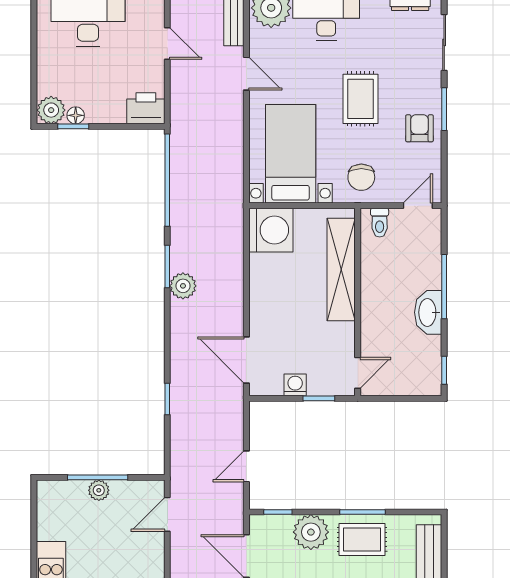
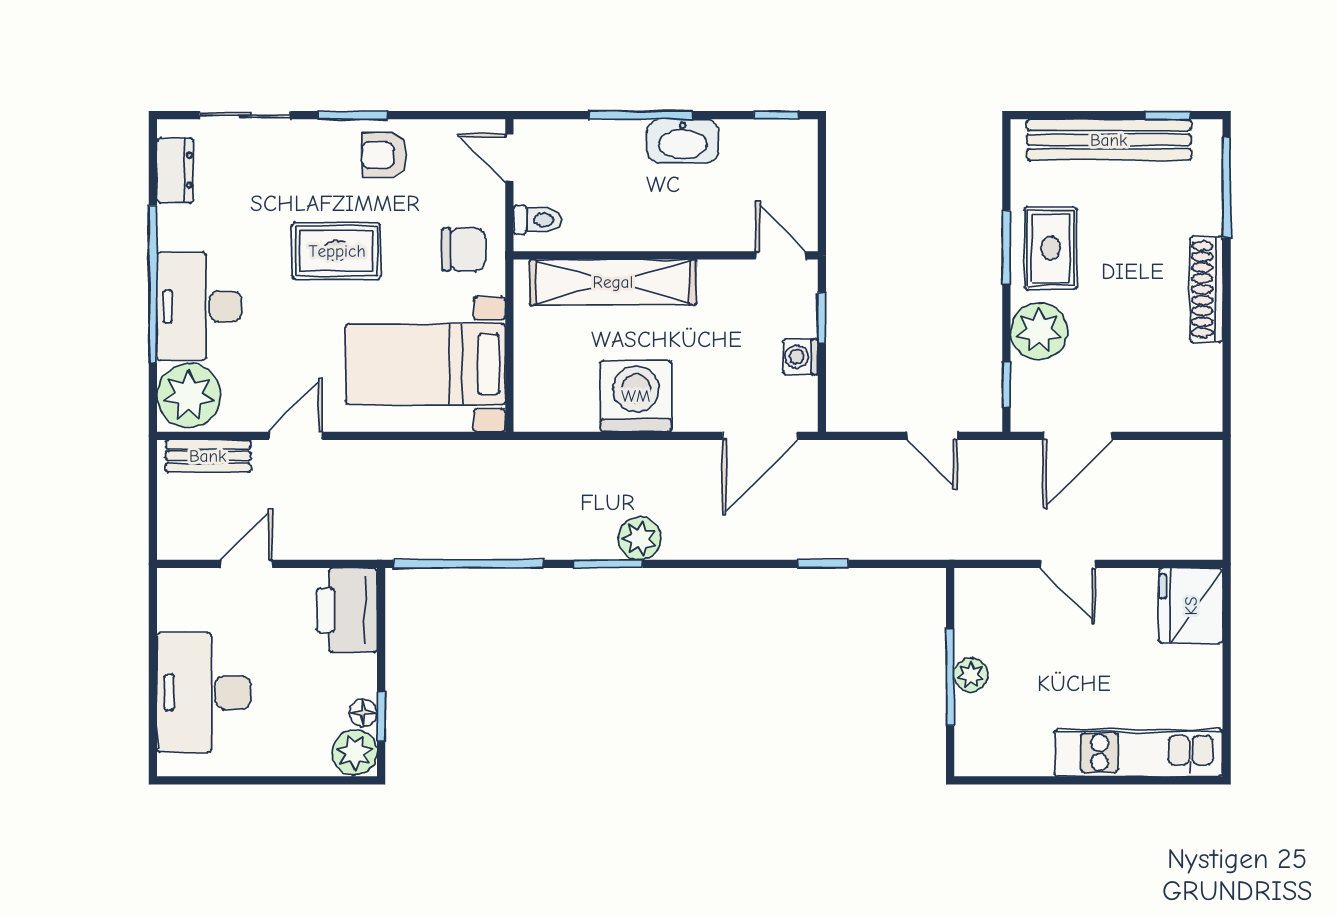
printer: (146, 108) -> (347, 610), width x1.37, depth x1.19
washing machine: (271, 230) -> (636, 396), moved
door: (167, 514) -> (1068, 564), moved

